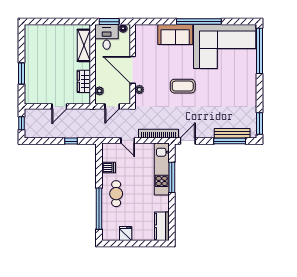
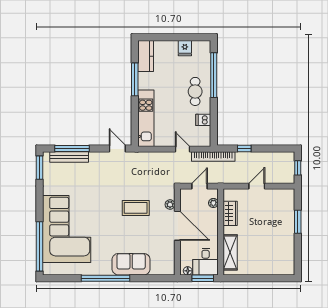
corner sofa: (225, 46) -> (67, 229), moved, turned 90
coffee table: (183, 86) -> (136, 208), moved
bookcase: (159, 134) -> (213, 156), moved
door: (188, 141) -> (117, 148), swing flipped
window: (172, 177) -> (135, 79), moved

